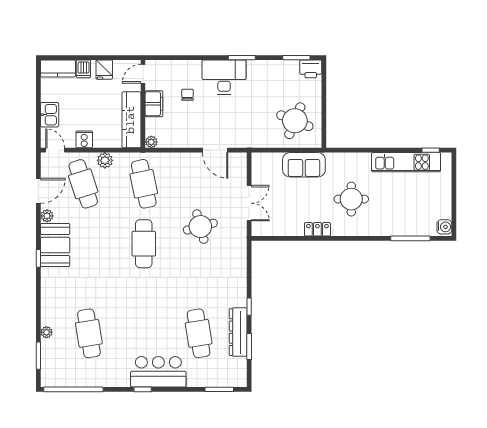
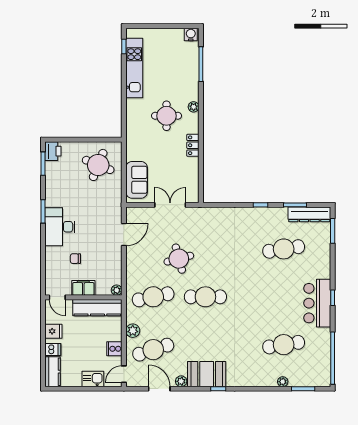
sofa: (304, 165) -> (137, 180), moved
round table: (200, 227) -> (179, 259), moved
plant: (361, 230) -> (194, 107), added
dresser: (238, 332) -> (309, 214), moved
bar counter: (158, 372) -> (317, 303), moved

